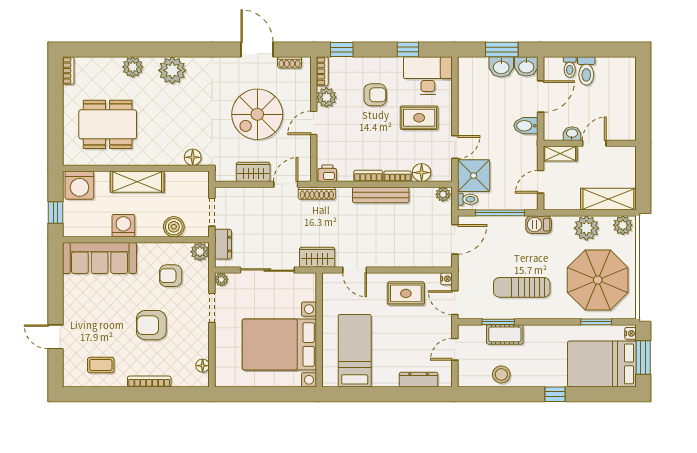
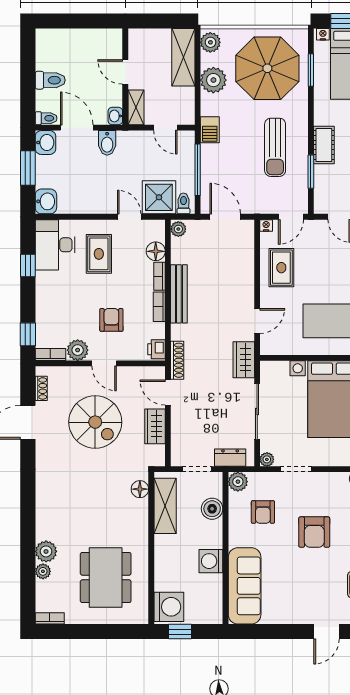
washbasin: (501, 67) -> (46, 201), moved
toilet: (570, 67) -> (46, 118), moved
plant: (172, 70) -> (43, 571), moved, width x0.53, depth x0.53
armchair: (375, 95) -> (111, 320), moved
washbasin: (572, 134) -> (115, 116), moved
shelving: (137, 182) -> (165, 506), moved
window: (56, 212) -> (180, 632), moved
cot: (505, 334) -> (324, 145), moved

